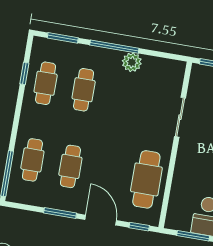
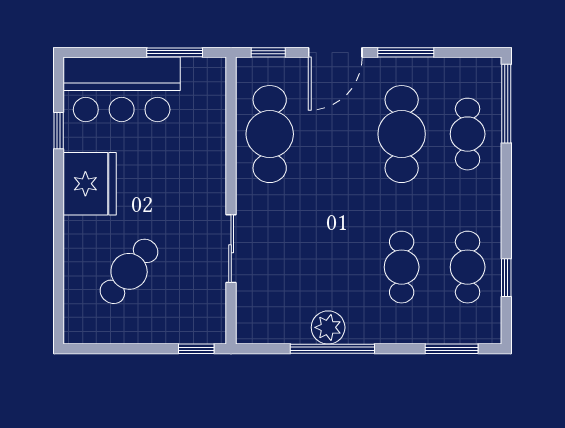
window: (114, 47) -> (332, 349), moved
cafe table: (70, 166) -> (402, 134), width x1.37, depth x1.35
door: (101, 220) -> (335, 52), hinge flipped

